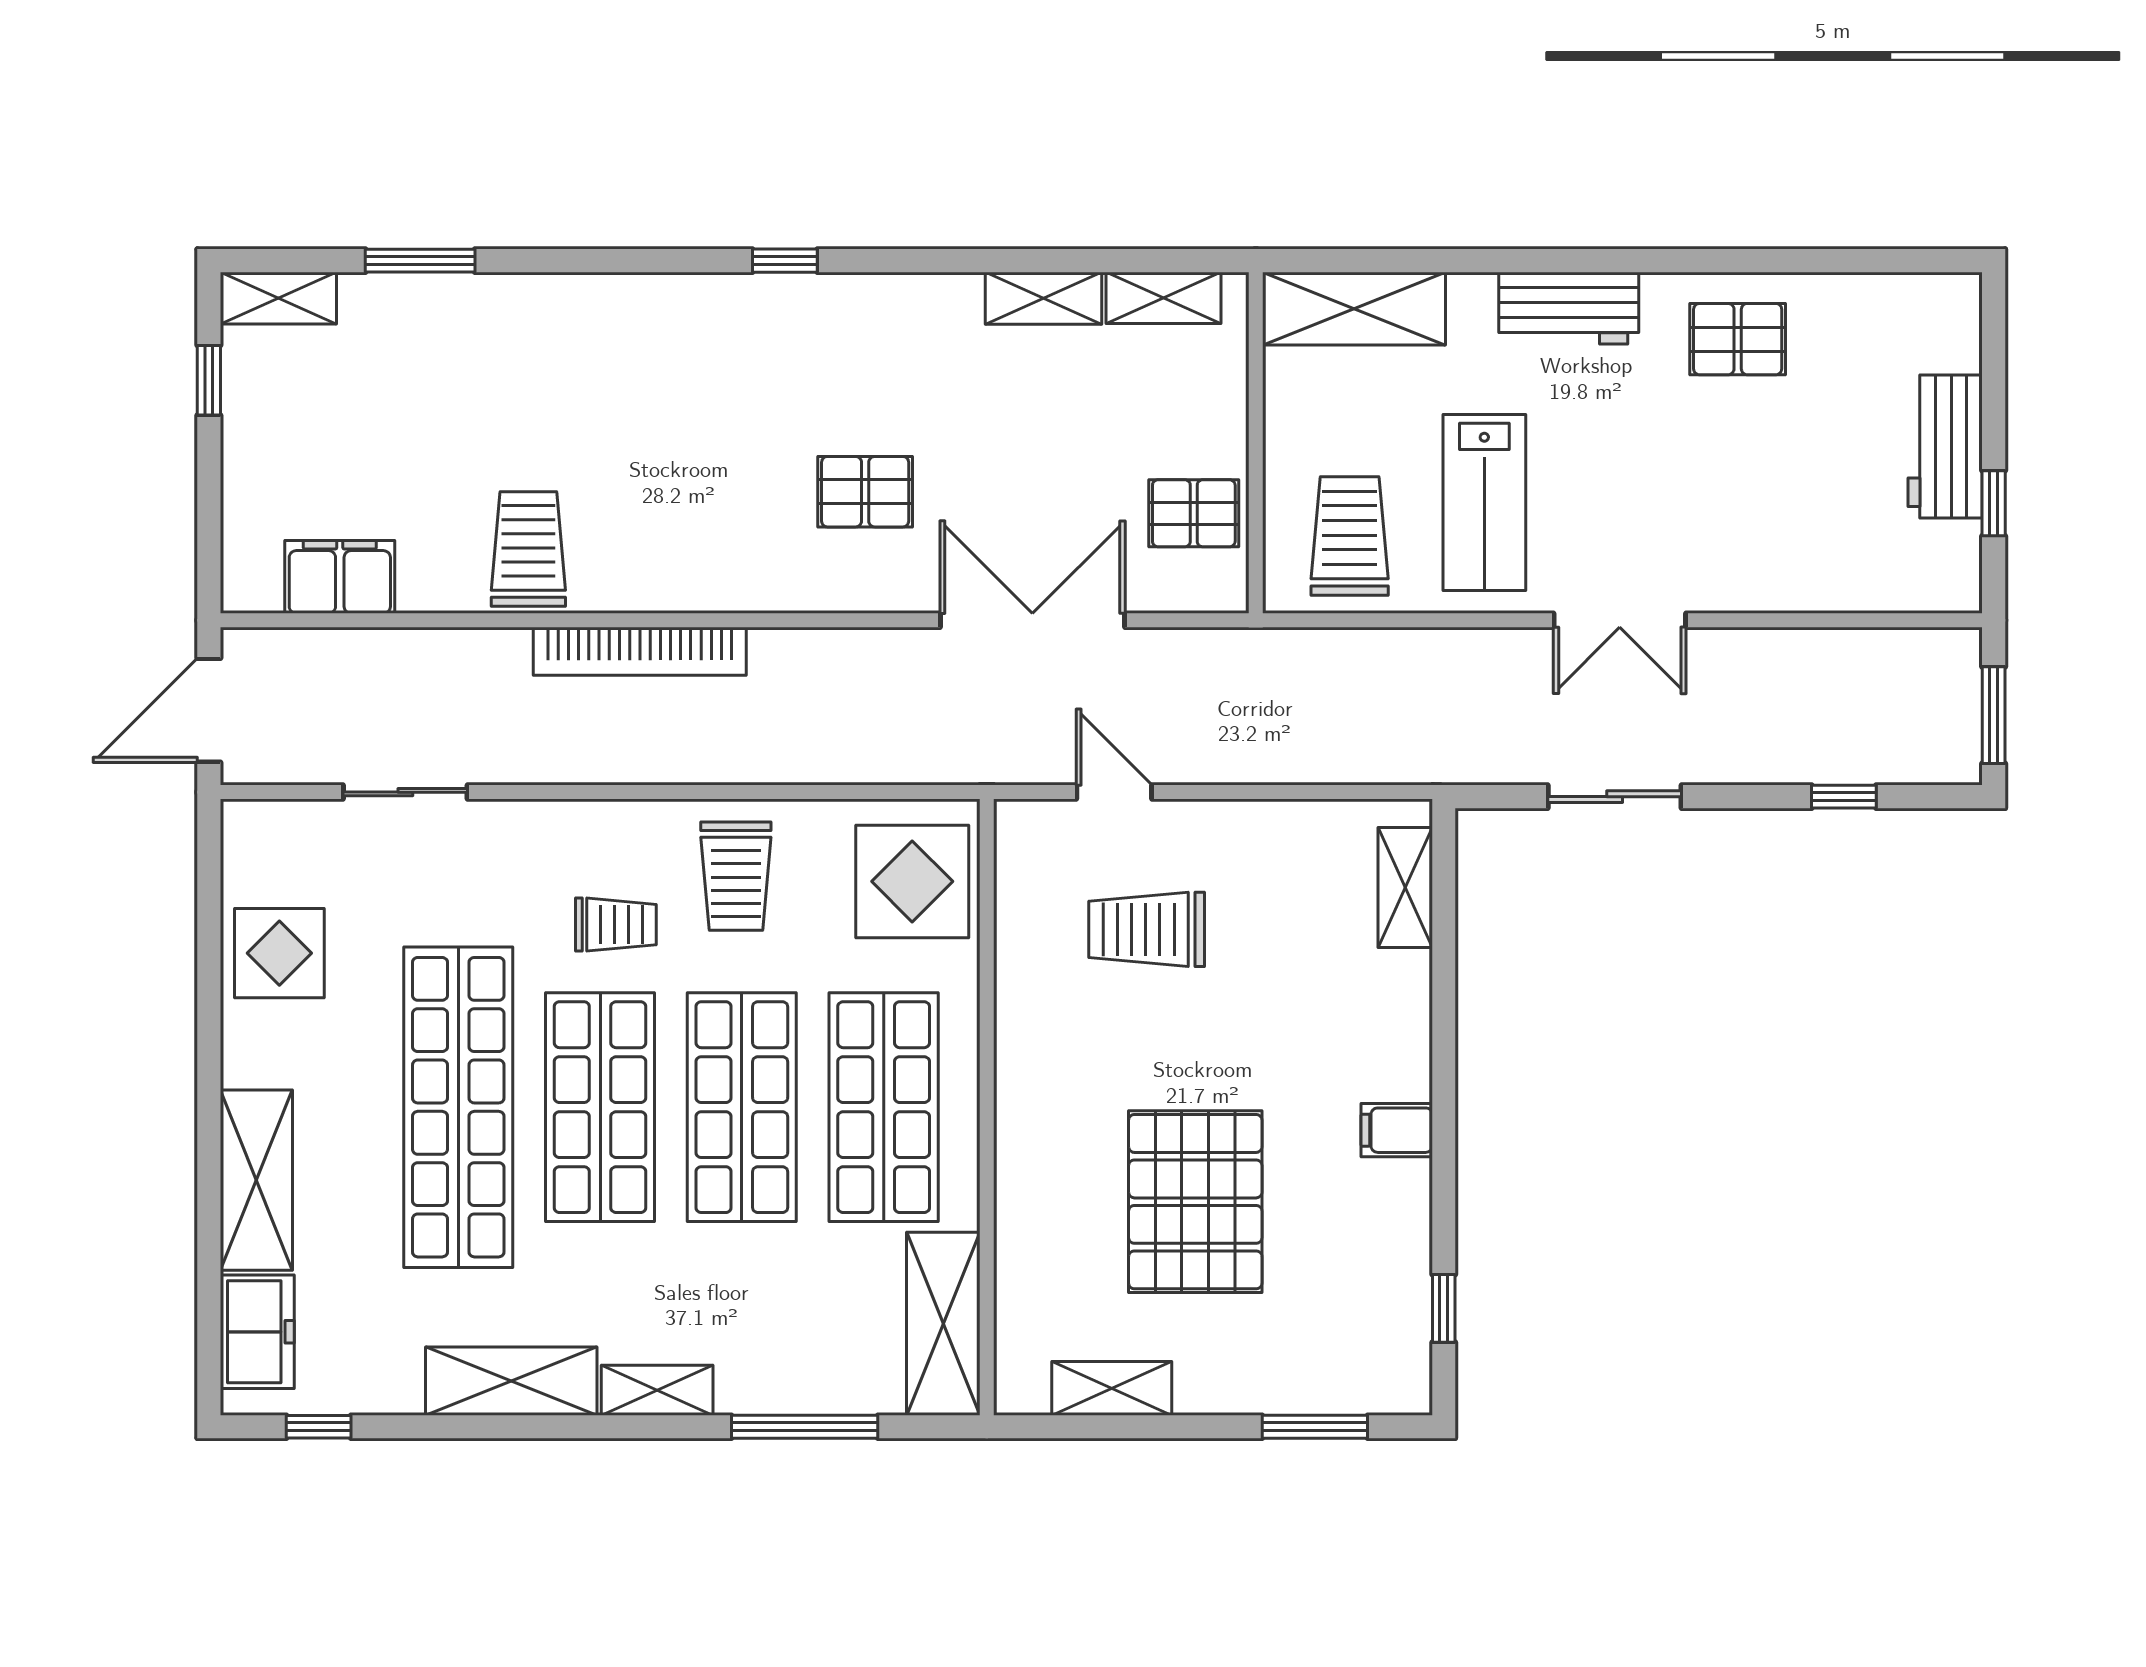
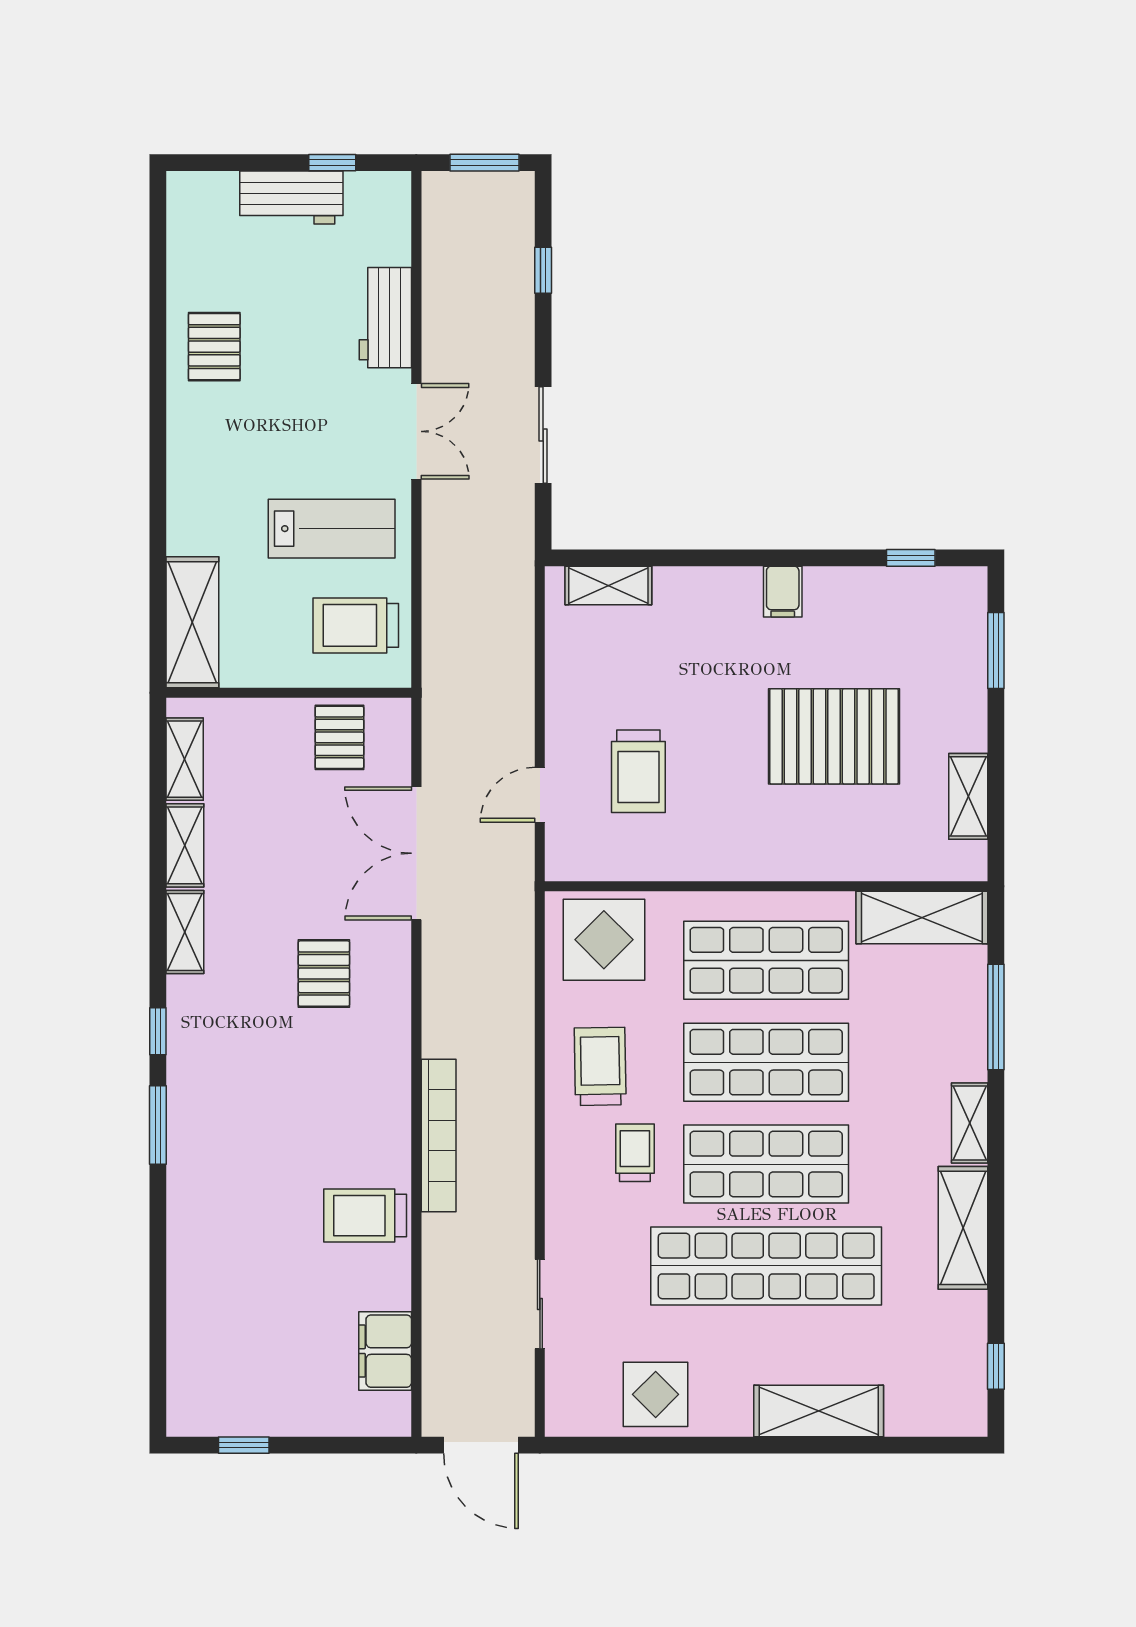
window: (420, 261) -> (158, 1125), moved
shelving: (278, 298) -> (185, 932), moved
workbench: (1569, 308) -> (385, 318), moved, turned 180
trolley: (736, 876) -> (600, 1066), turned -91
freezer: (257, 1332) -> (928, 1410), removed

